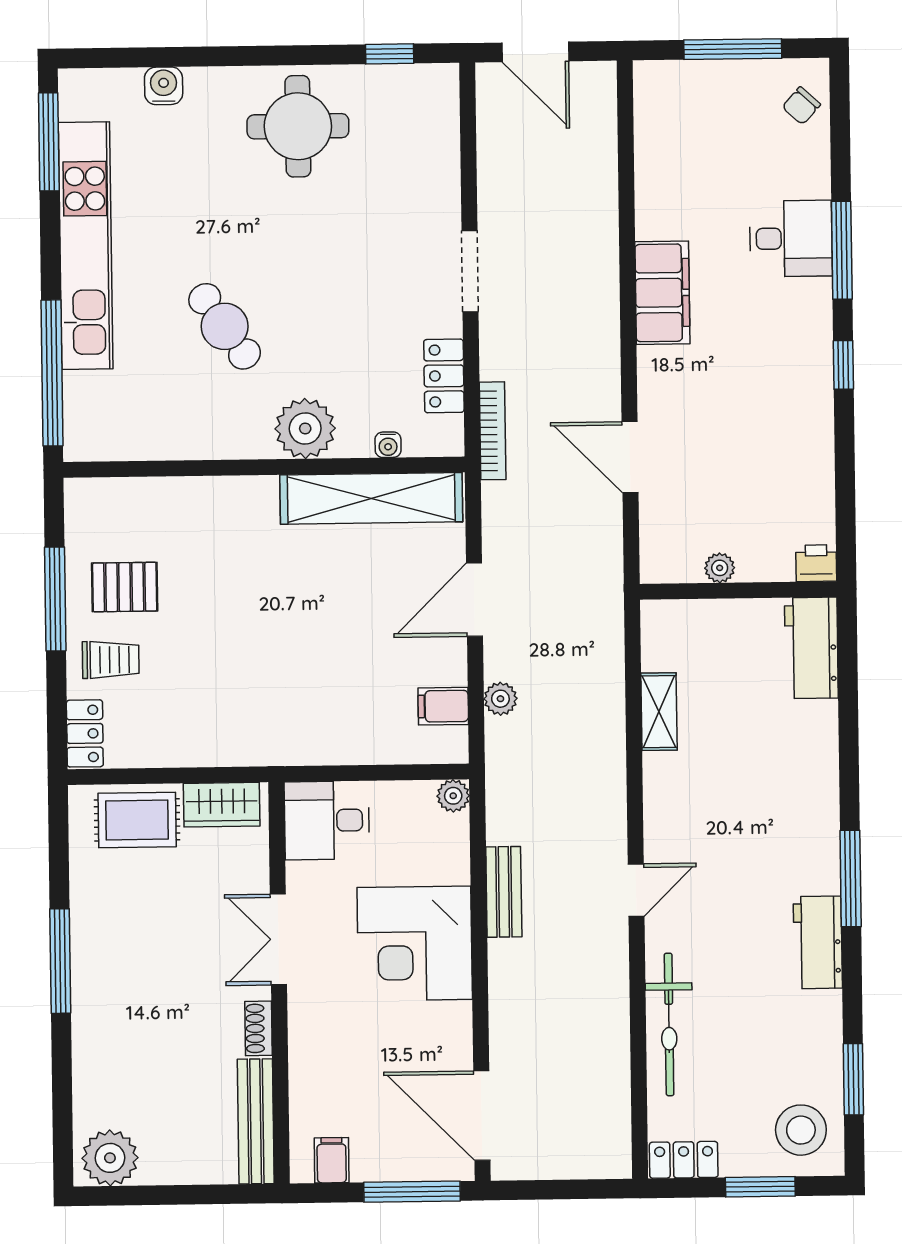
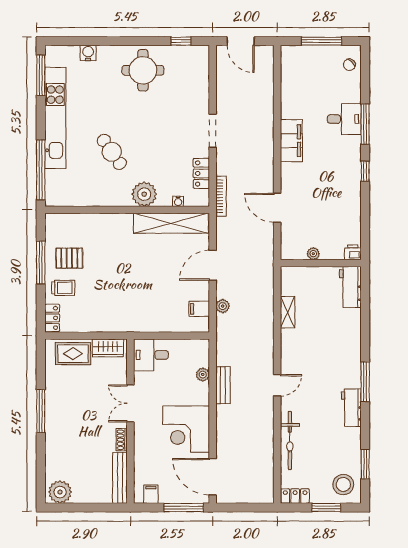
plant: (453, 796) -> (203, 375), moved
corner desk: (415, 943) -> (186, 429), moved

